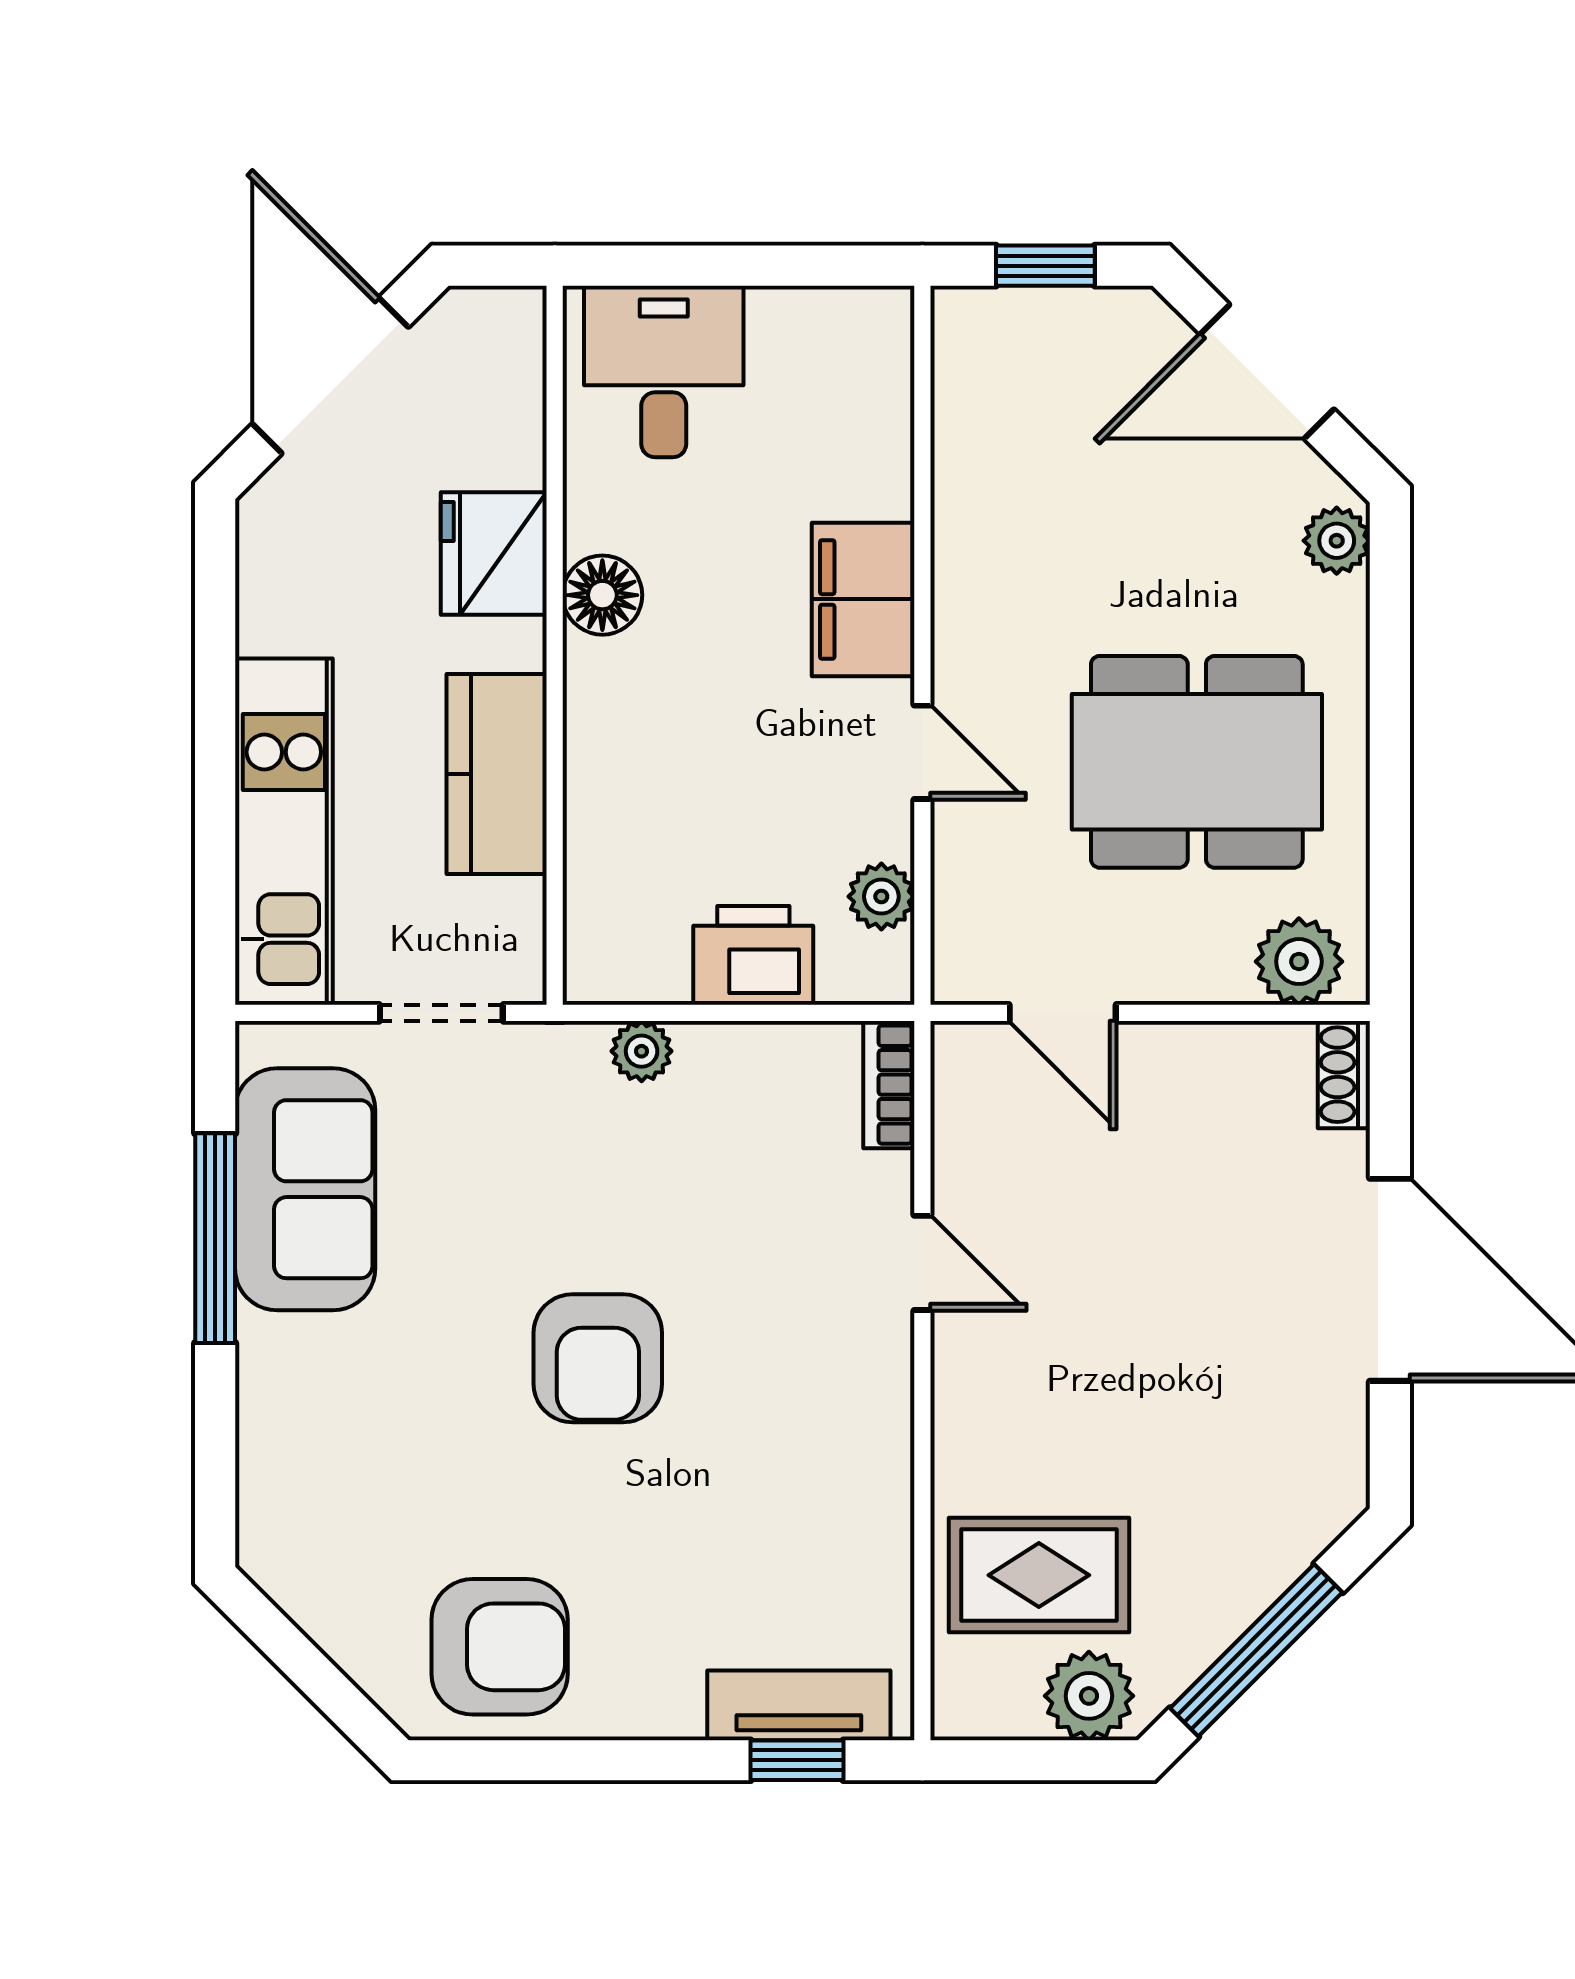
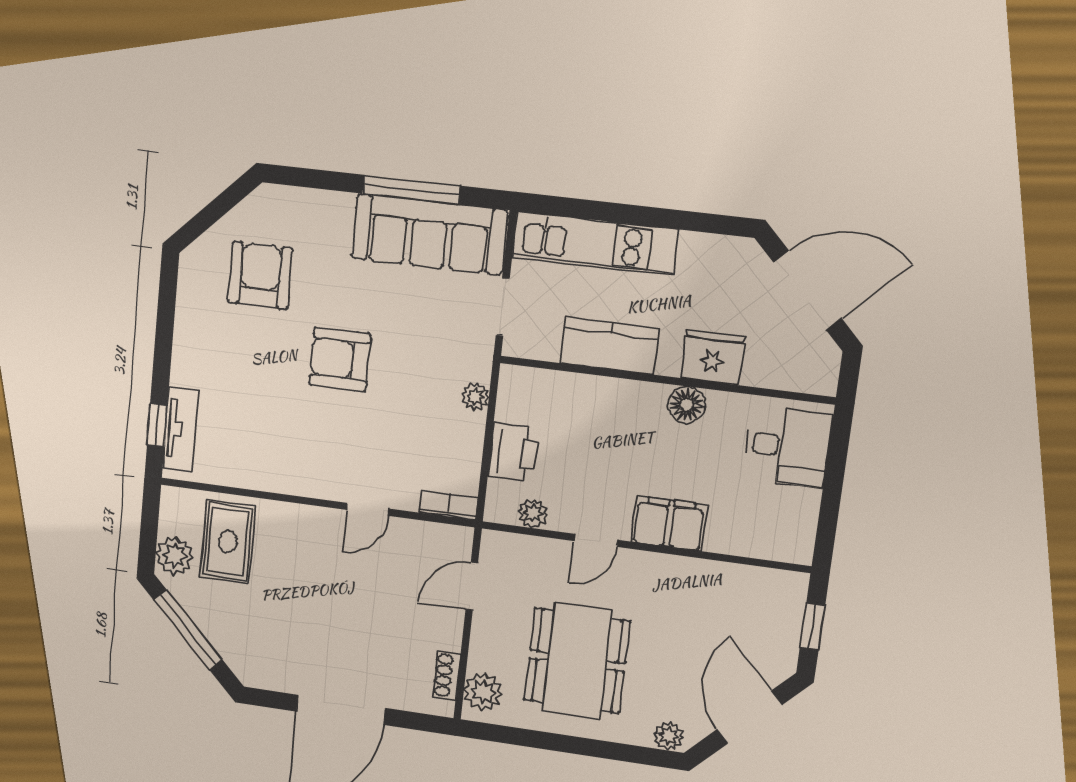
shoe rack: (1344, 1075) -> (447, 676), moved, turned -90
sofa: (305, 1189) -> (429, 234), width x1.36
armchair: (500, 1647) -> (260, 275), moved, turned 180

